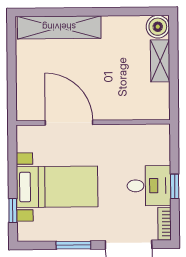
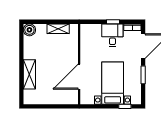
shelving: (59, 27) -> (29, 74), width x0.68
shelving: (160, 61) -> (58, 29), moved

